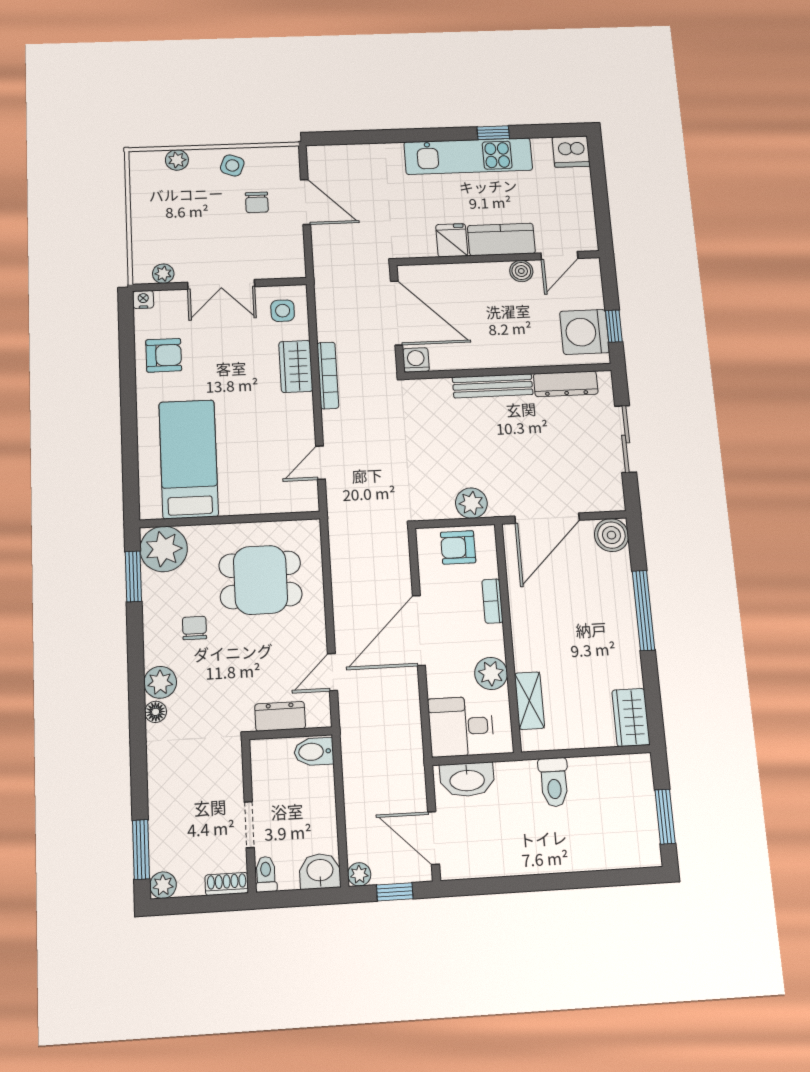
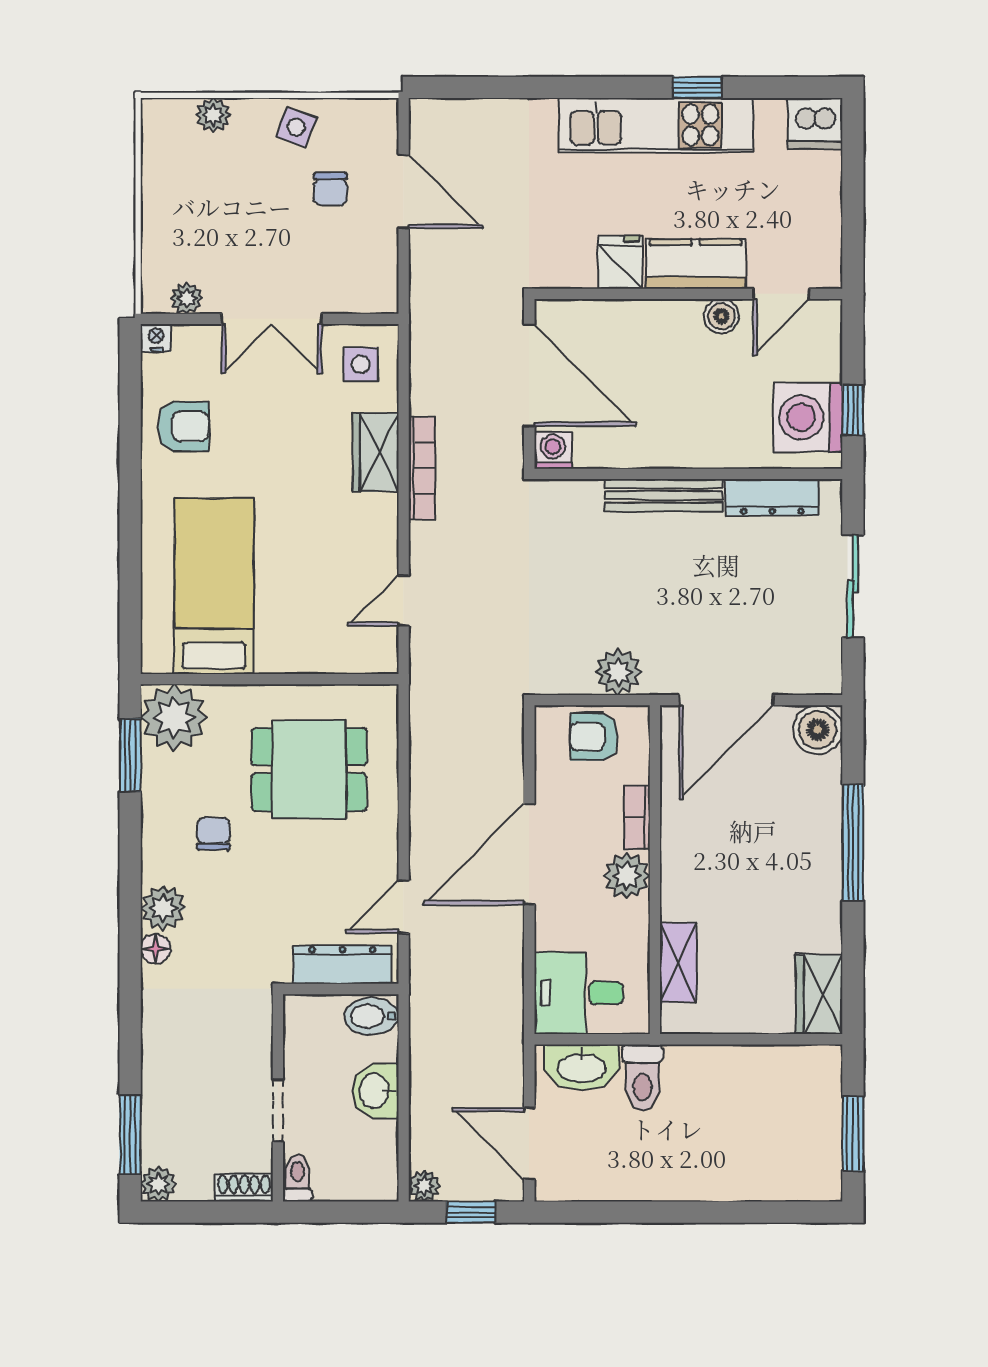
plant: (491, 673) -> (627, 876), moved
dresser: (280, 716) -> (342, 965), width x1.44
toilet: (554, 782) -> (642, 1078), moved
washbasin: (320, 871) -> (375, 1091), moved, turned -90

